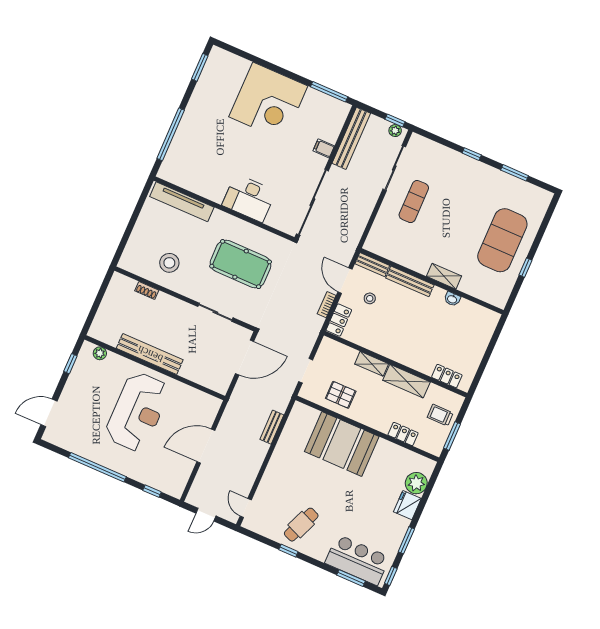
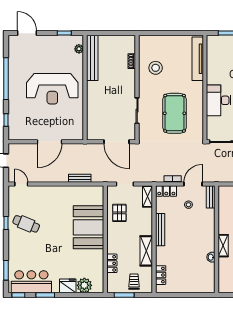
bench: (410, 281) -> (160, 230), moved
bench: (150, 354) -> (92, 58), moved
shelving: (372, 364) -> (148, 196), moved
door: (206, 446) -> (50, 142), swing flipped
door: (246, 508) -> (21, 184), hinge flipped
bar counter: (357, 560) -> (31, 282), moved, turned -90

